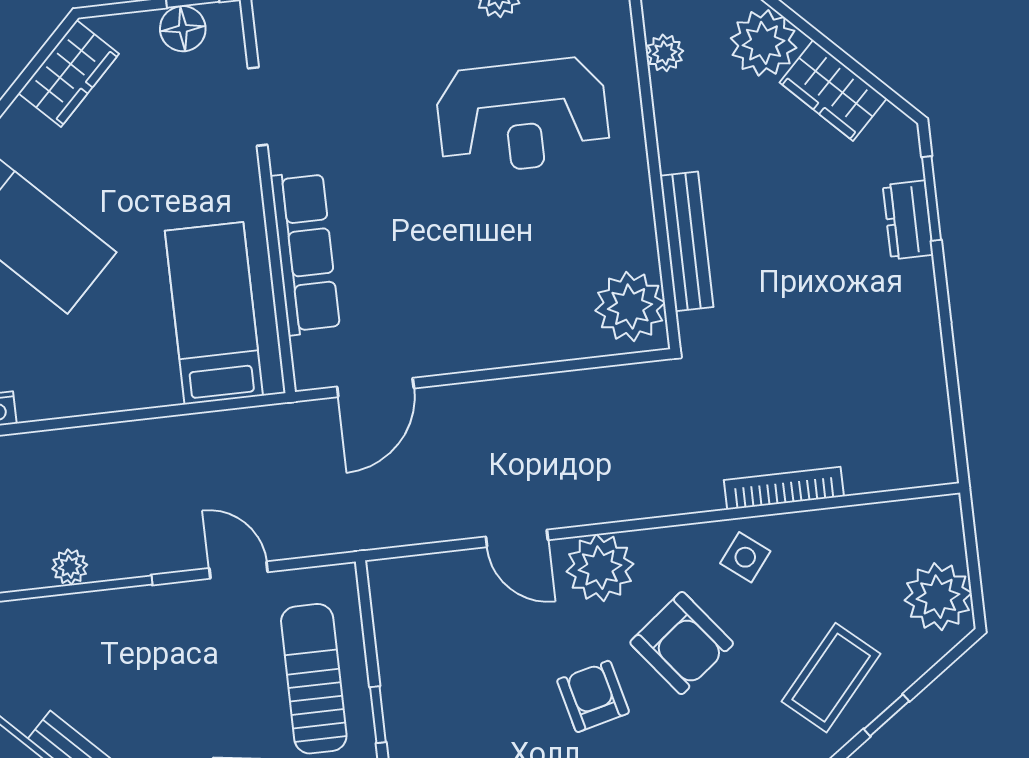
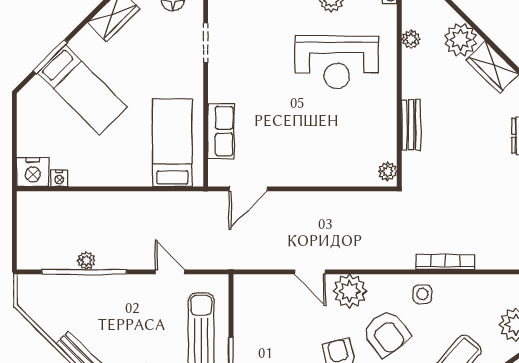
bench: (687, 241) -> (411, 125), width x0.73
row of seats: (305, 253) -> (221, 131), width x0.68
plant: (630, 307) -> (388, 171), width x0.53, depth x0.53
side table: (745, 557) -> (422, 294), turned -38

